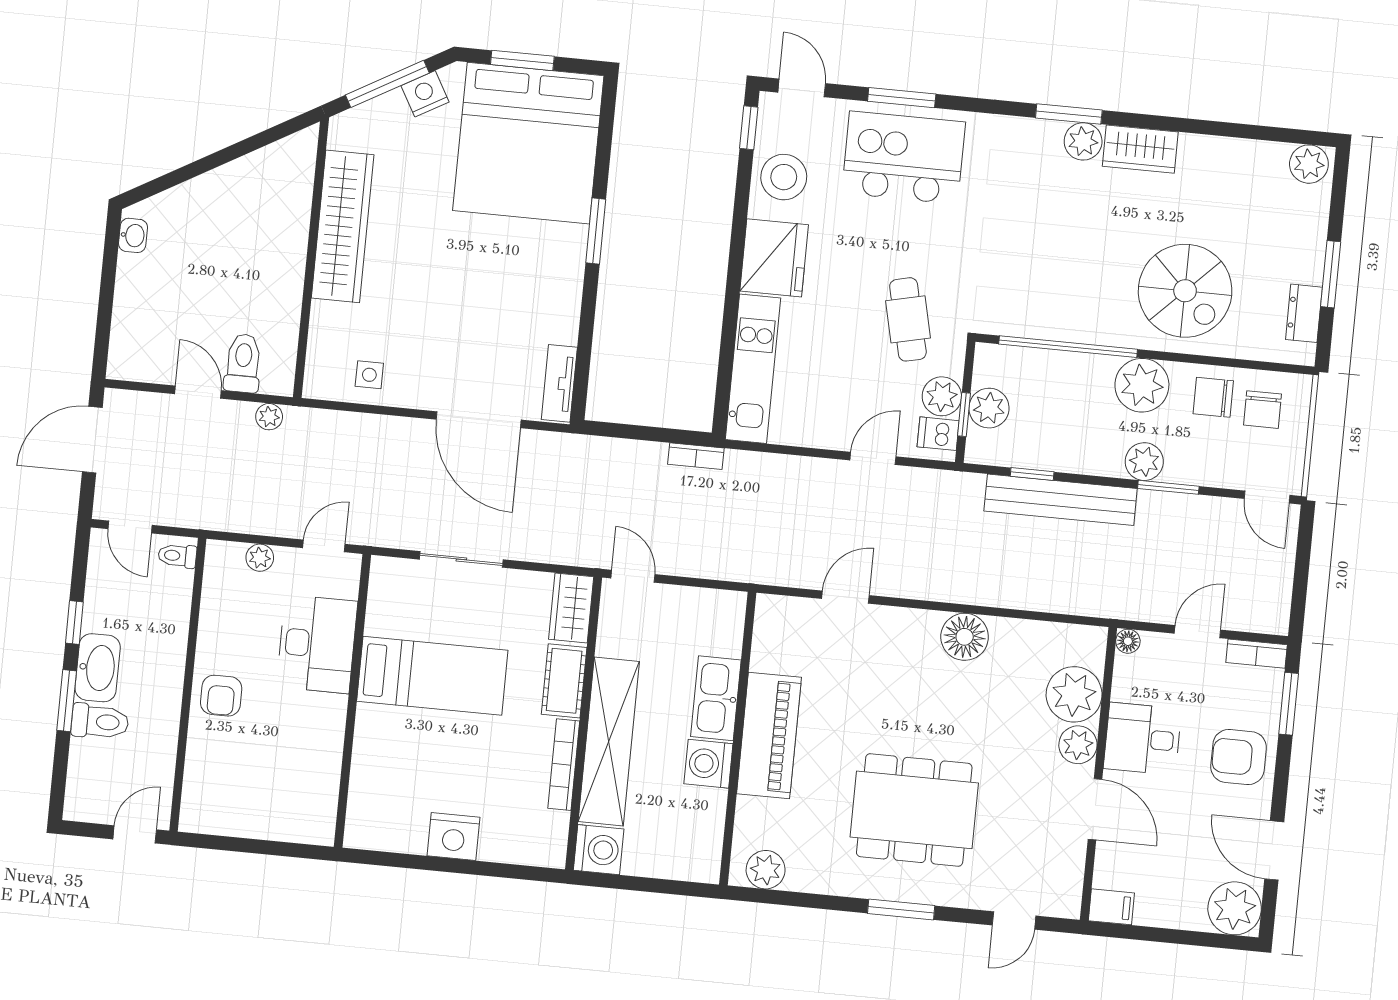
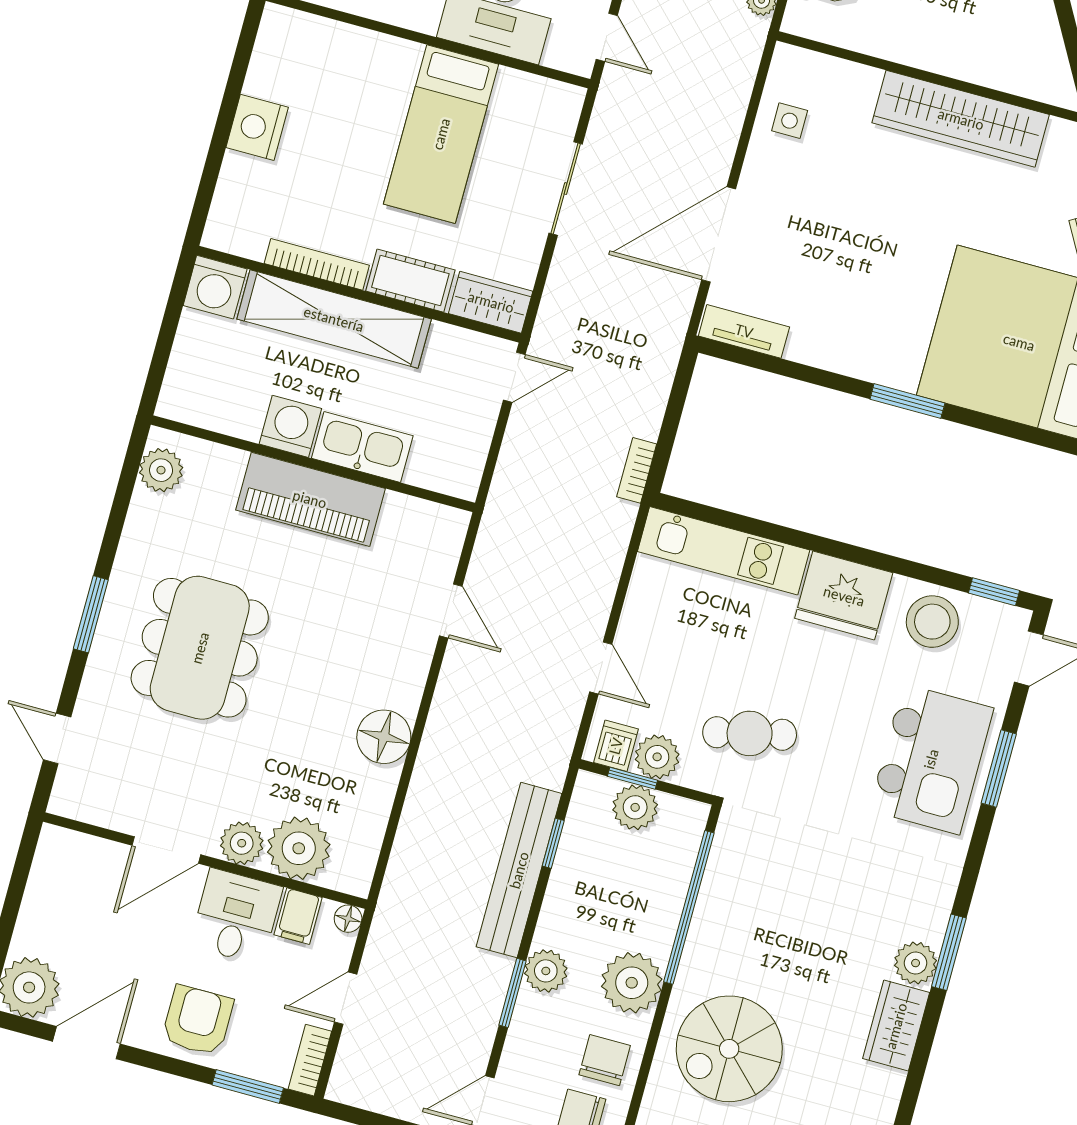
door: (1197, 632) -> (346, 998), swing flipped
filing cabinet: (1111, 907) -> (298, 916), moved

